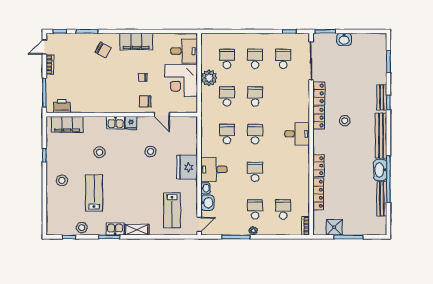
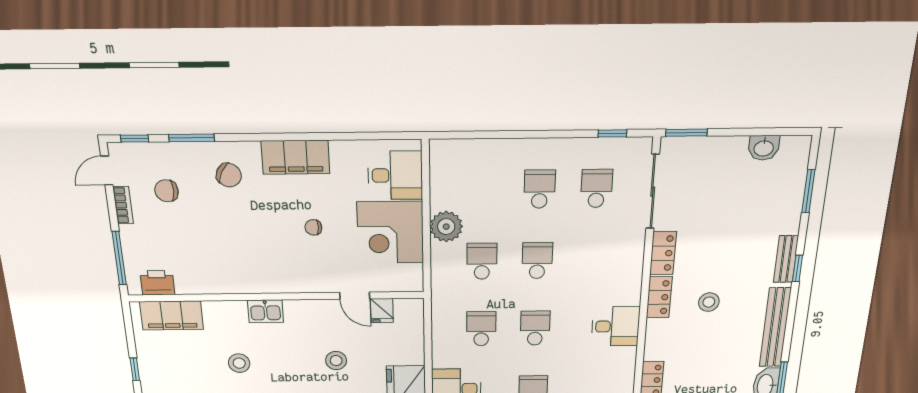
washbasin: (344, 39) -> (764, 148), moved
school desk: (227, 59) -> (483, 190), removed
chair: (145, 101) -> (166, 191), moved
fridge: (131, 123) -> (382, 311), moved

